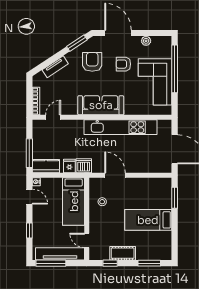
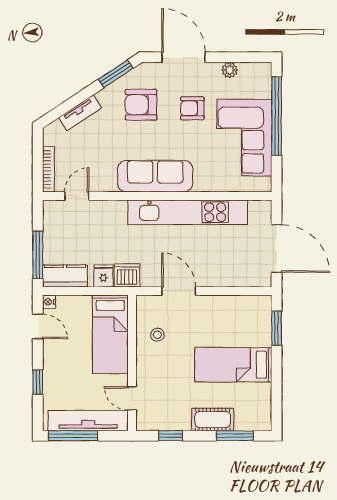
armchair: (92, 62) -> (141, 105), turned -90
cot: (123, 253) -> (213, 419), moved

